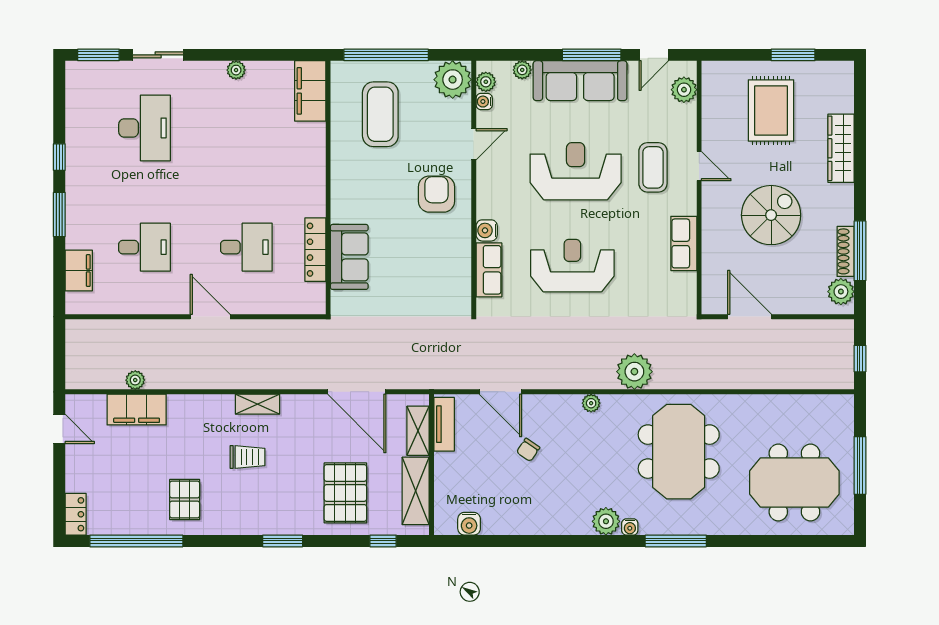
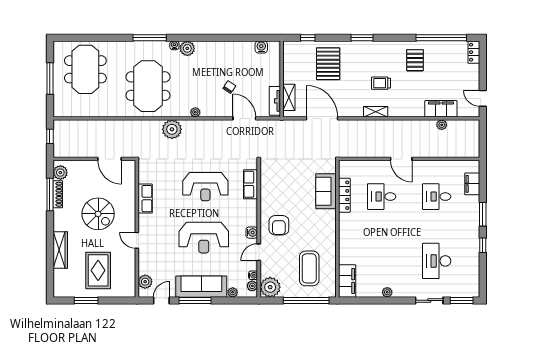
coffee table: (653, 167) -> (162, 240), removed
spiral stairs: (771, 215) -> (98, 214), turned -90
water cooler: (487, 230) -> (252, 233), moved
meeting table: (794, 483) -> (85, 69), turned 90
shelving: (416, 491) -> (290, 65), removed

